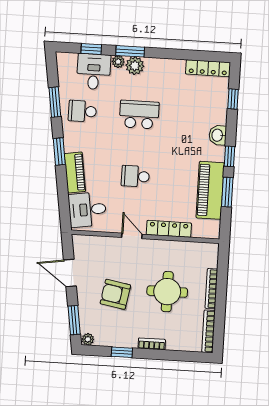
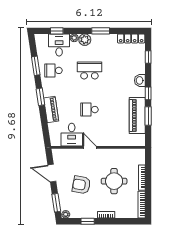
window: (130, 51) -> (101, 31), moved
desk: (87, 210) -> (72, 135), moved, turned -81
locker: (169, 229) -> (113, 141), removed

